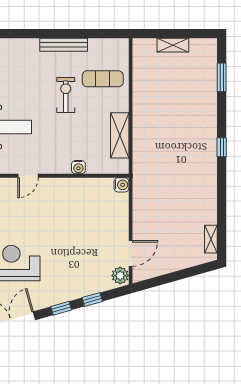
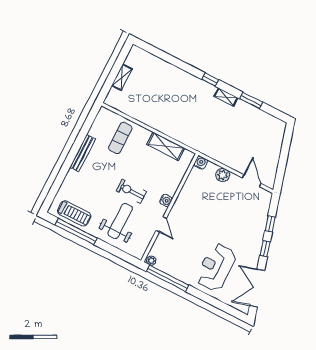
window: (222, 77) -> (251, 100), moved
exercise bike: (66, 95) -> (131, 191), moved
water cooler: (78, 167) -> (166, 200), moved
shelving: (211, 239) -> (226, 97), moved
plant: (120, 276) -> (223, 175), moved

